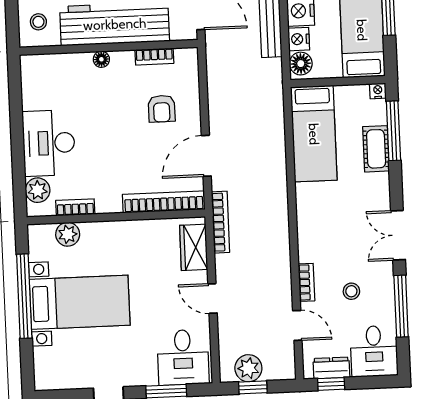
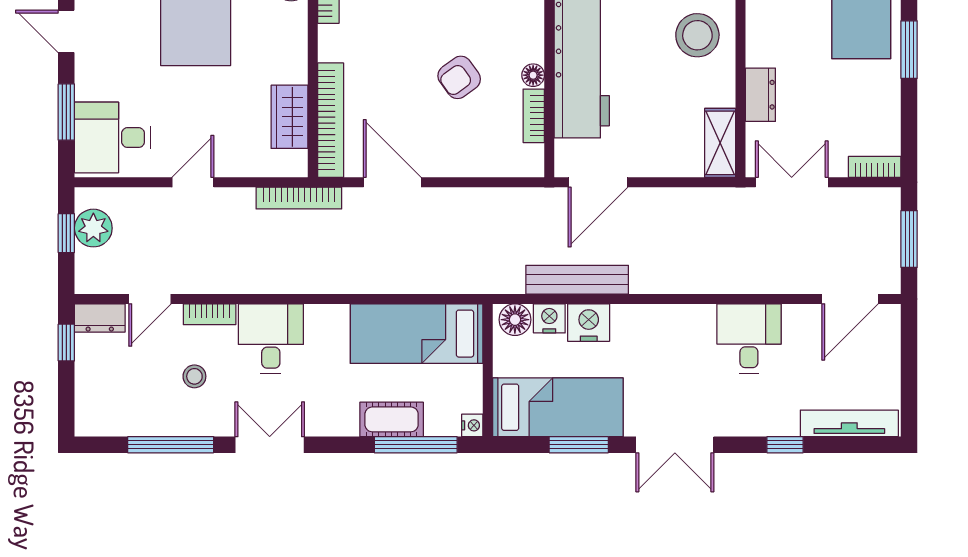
floor lamp: (101, 59) -> (533, 75), moved
armchair: (162, 109) -> (459, 77), moved, turned -36
wardrobe: (194, 247) -> (289, 117), moved, turned -90
desk: (374, 351) -> (271, 339), moved, turned 90
dresser: (331, 368) -> (100, 318), moved, turned 90

